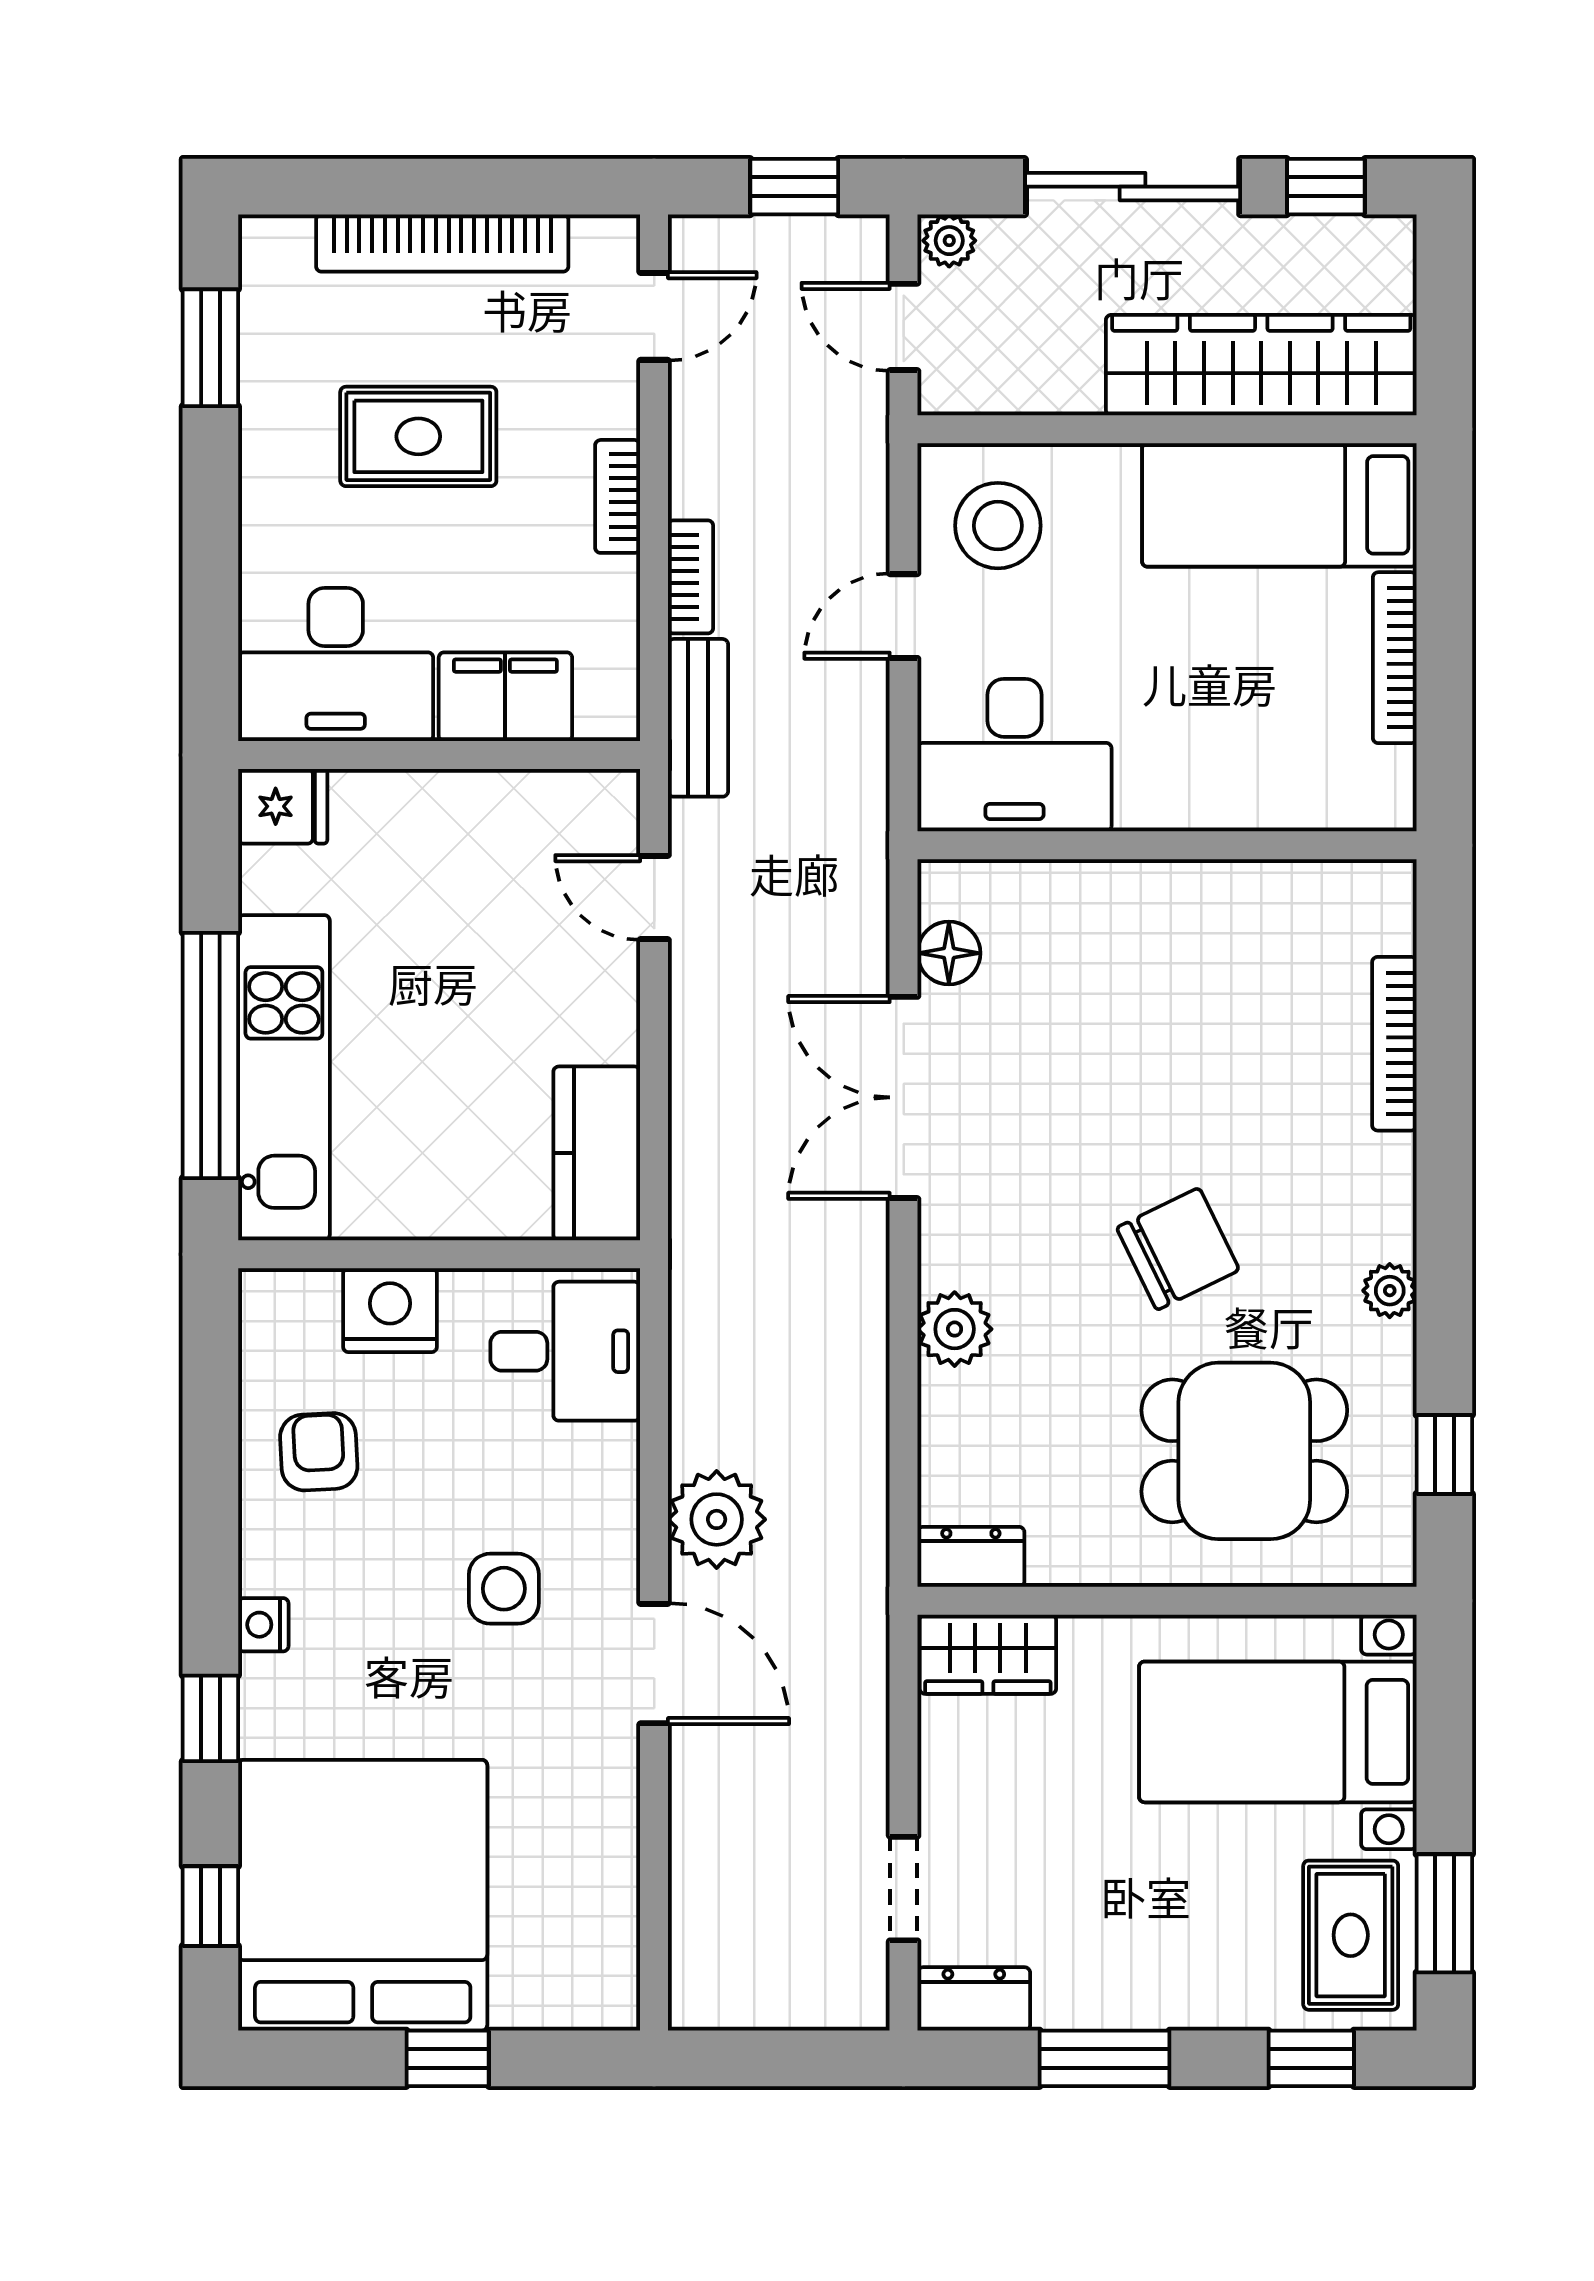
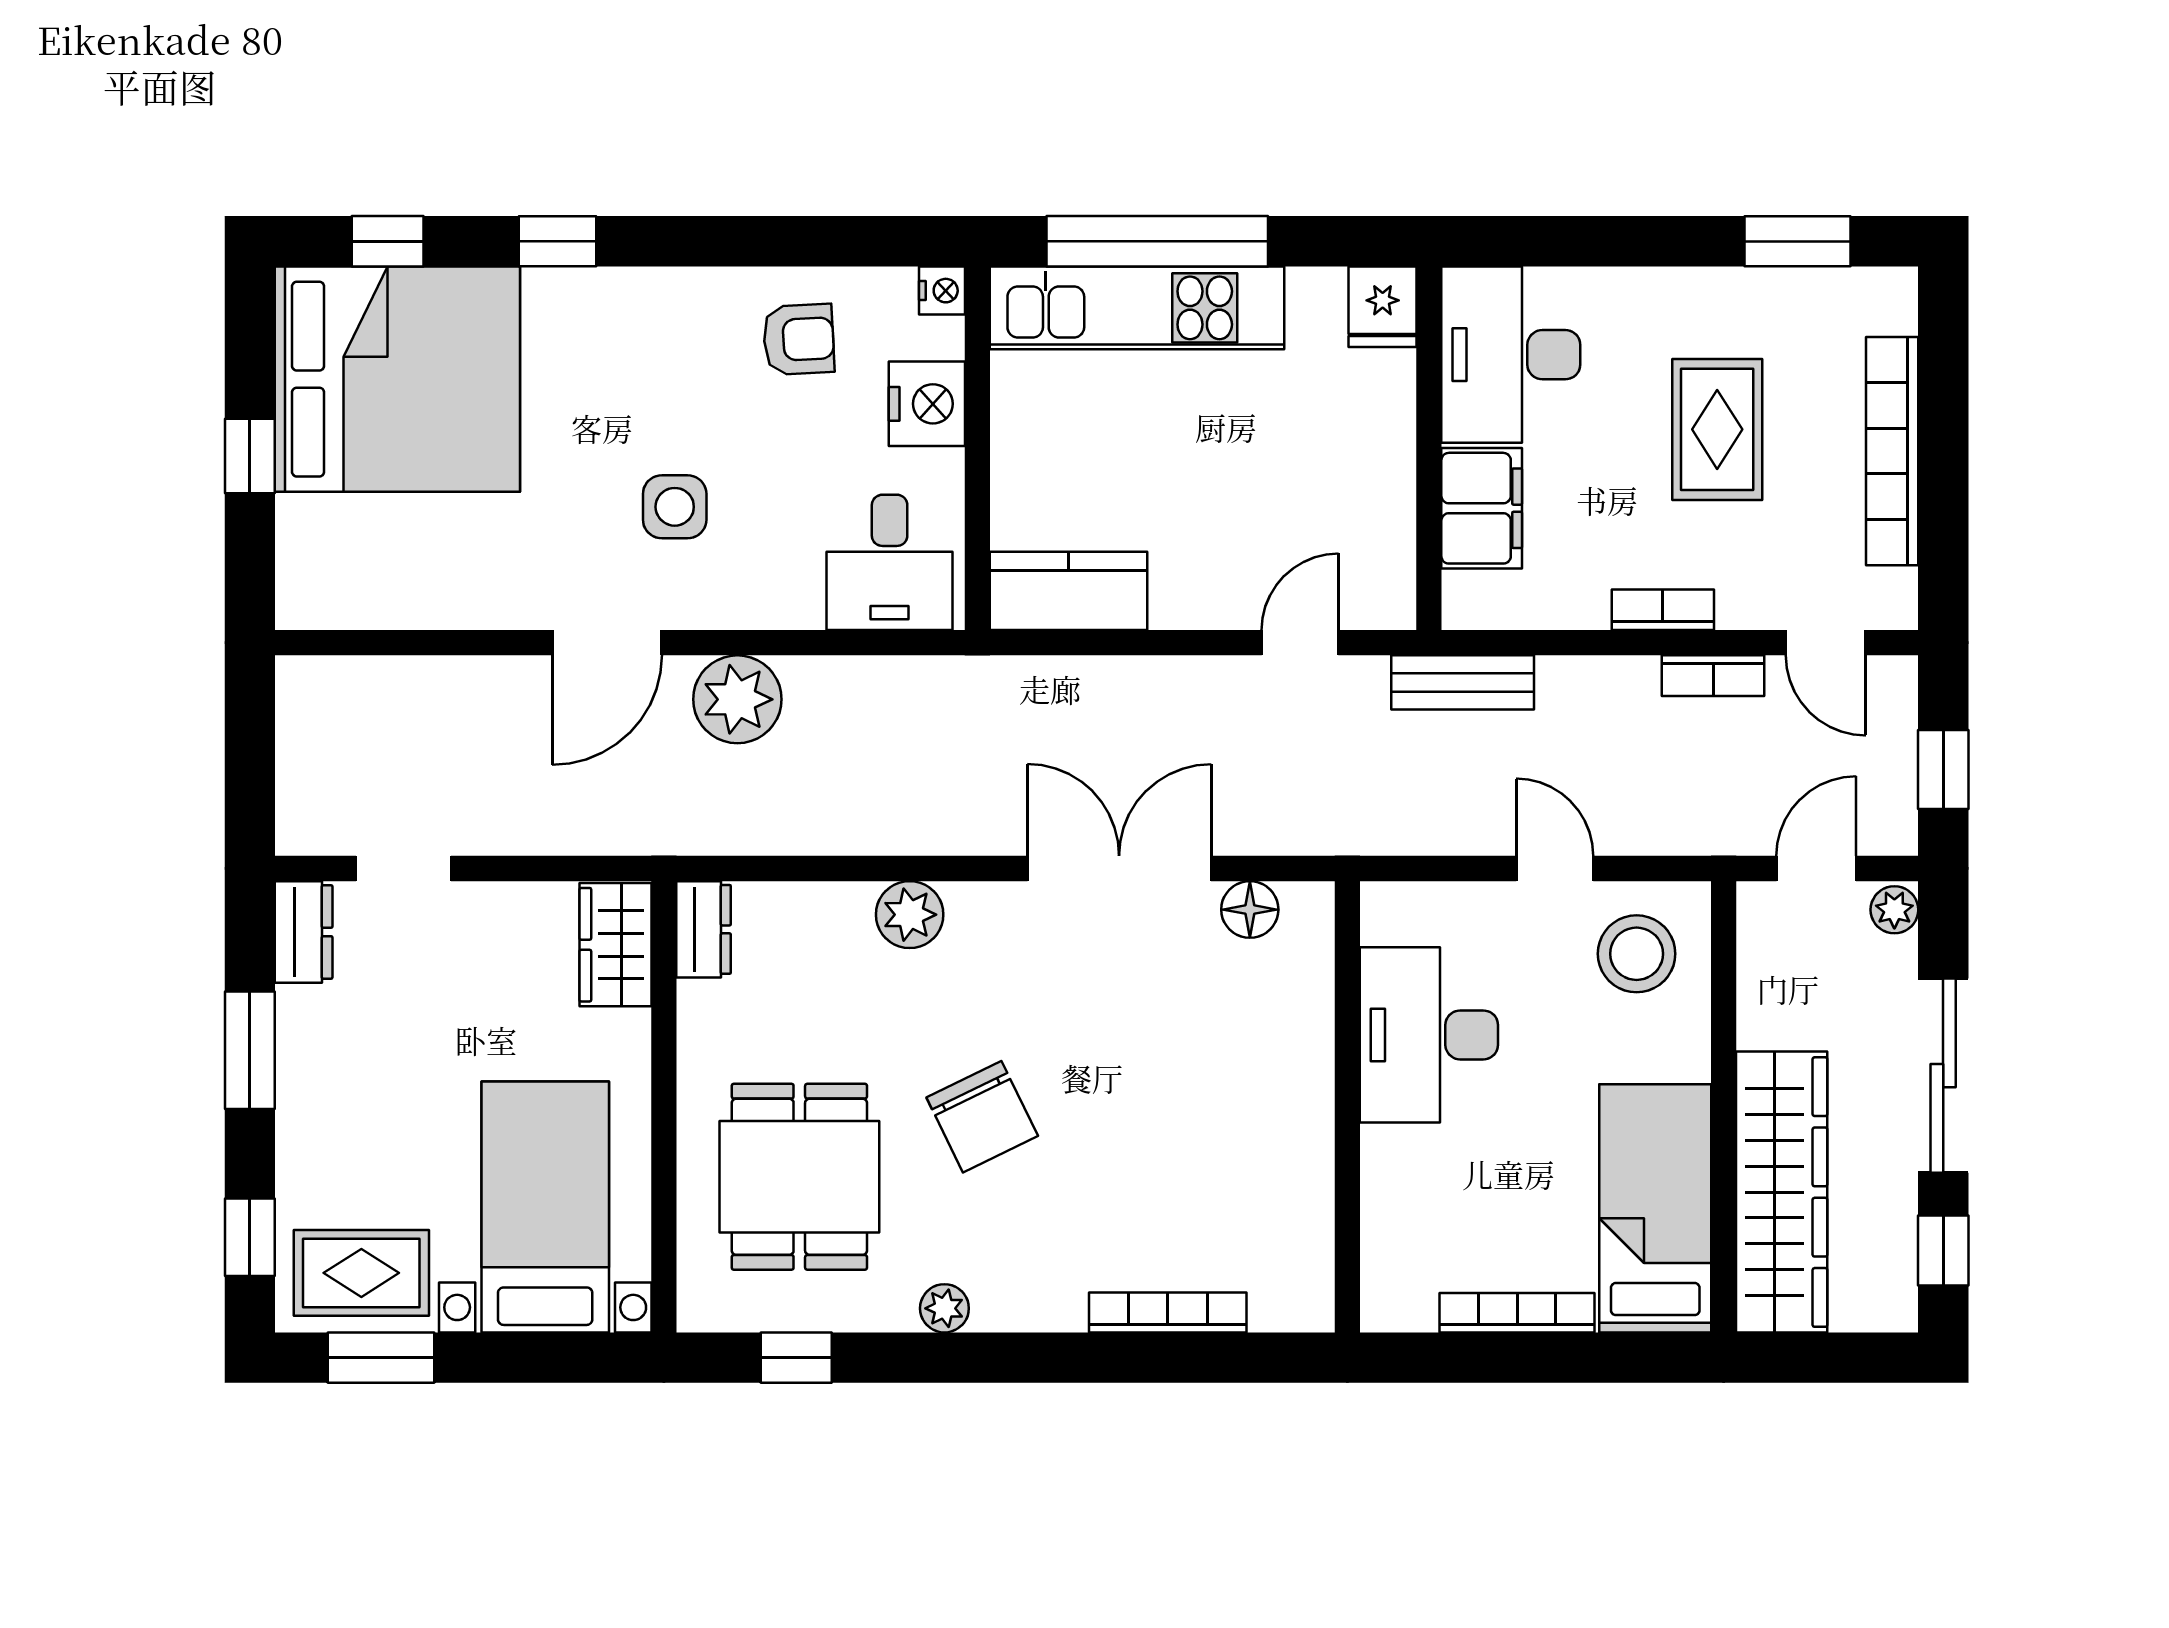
bookcase: (691, 577) -> (1713, 676), moved
desk: (1014, 755) -> (1429, 1035), moved
nightstand: (263, 1625) -> (942, 291), moved, turned 90

